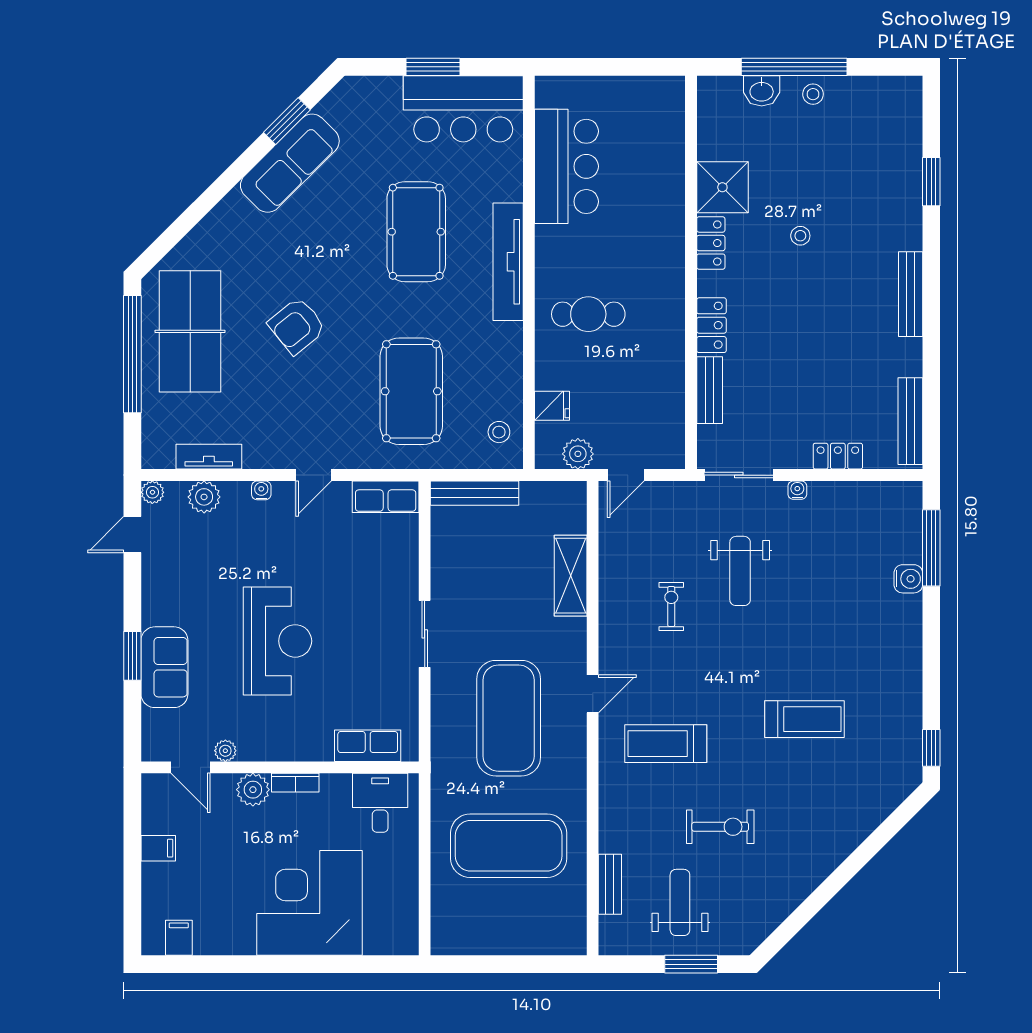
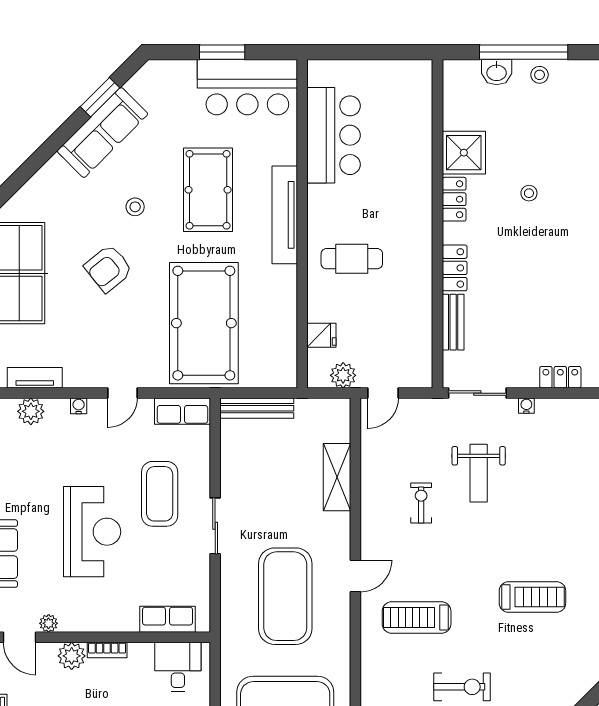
pool table: (411, 391) -> (204, 323), width x1.36, depth x1.32
stool: (499, 432) -> (135, 207), moved
coffee table: (358, 596) -> (160, 494), added

